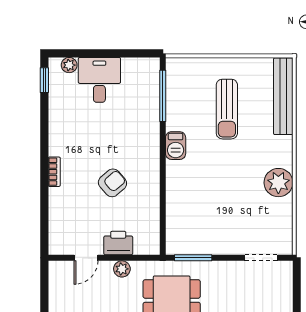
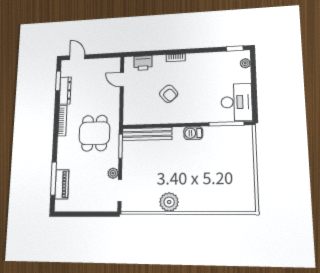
desk: (99, 80) -> (237, 102), moved, width x1.37
bench: (283, 96) -> (147, 134), moved
sun lounger: (227, 109) -> (218, 167), removed
printer: (118, 243) -> (143, 63), moved, turned 90
plant: (122, 269) -> (113, 173), moved

